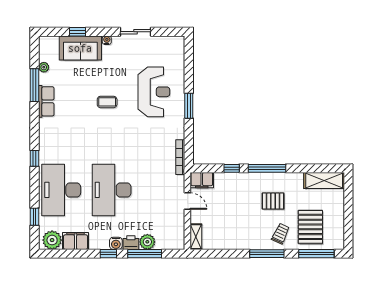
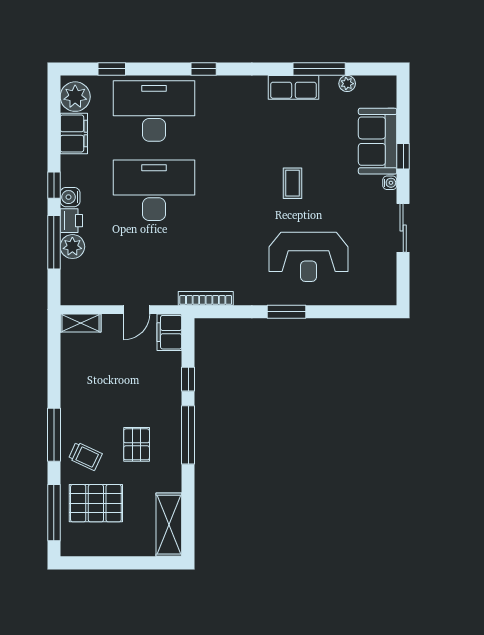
window: (78, 32) -> (403, 156), moved

